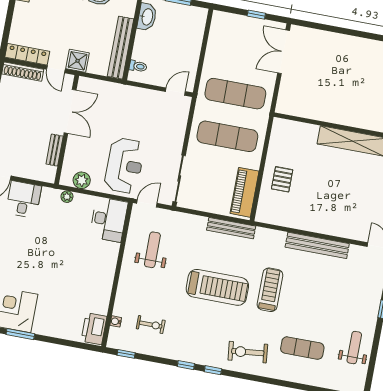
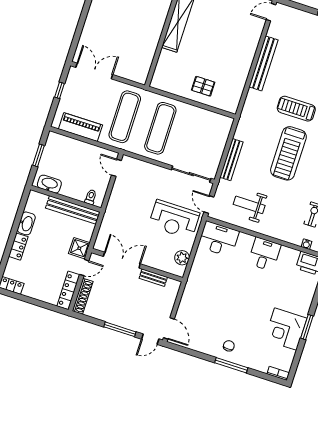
double door: (284, 52) -> (94, 71), swing flipped
reception desk: (124, 166) -> (174, 220), turned 180
piano: (245, 192) -> (80, 127), moved, turned 180
plant: (67, 197) -> (194, 272), removed
desk: (24, 199) -> (264, 254), moved, turned 90
bench: (231, 228) -> (231, 160), moved
treadmill: (217, 287) -> (288, 153), turned 180

